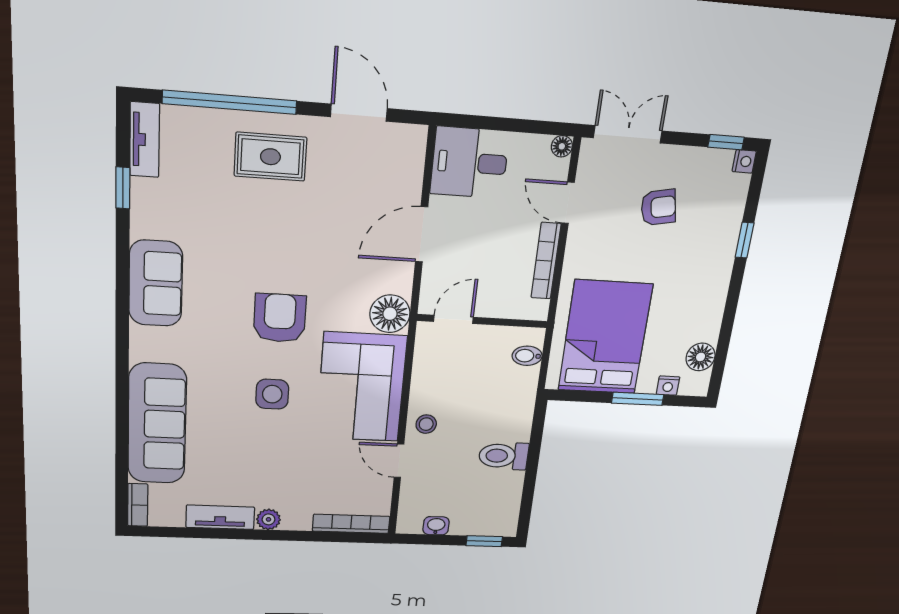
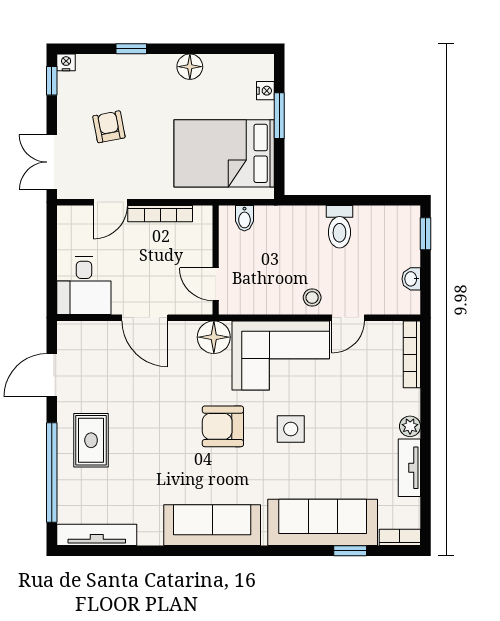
tv unit: (145, 140) -> (97, 535), width x1.41
floor lamp: (562, 146) -> (65, 214), removed
window: (123, 188) -> (350, 551), moved
sofa: (156, 283) -> (212, 525), width x1.36
floor lamp: (701, 357) -> (190, 67), moved

